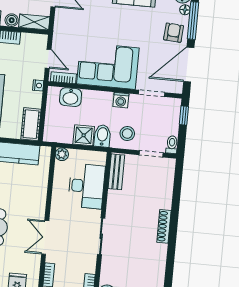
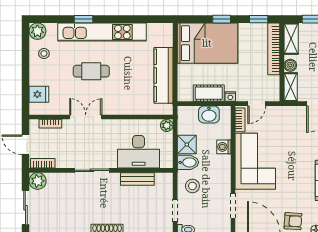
washbasin: (71, 97) -> (209, 115), moved, turned -90
washing machine: (121, 100) -> (224, 147), moved
cot: (31, 124) -> (209, 93), moved
bench: (116, 172) -> (137, 179), moved

